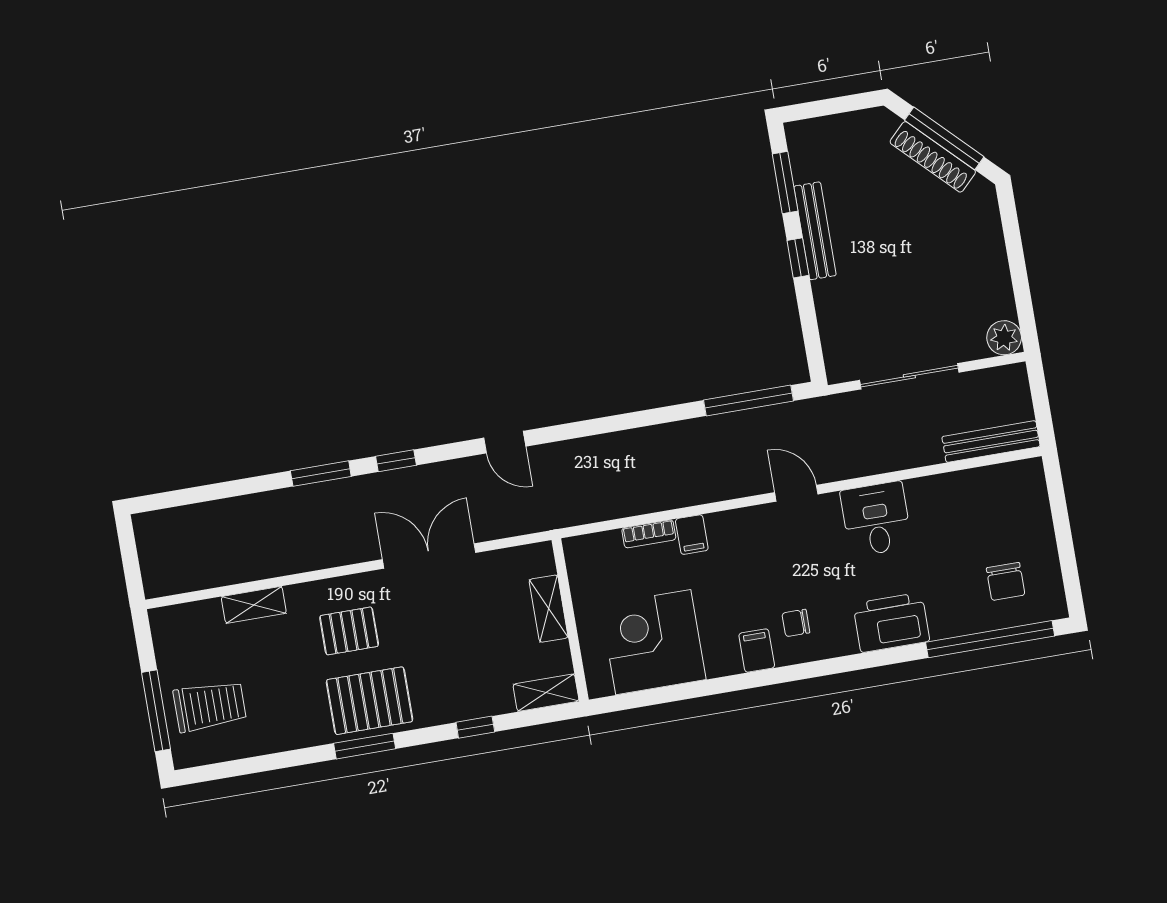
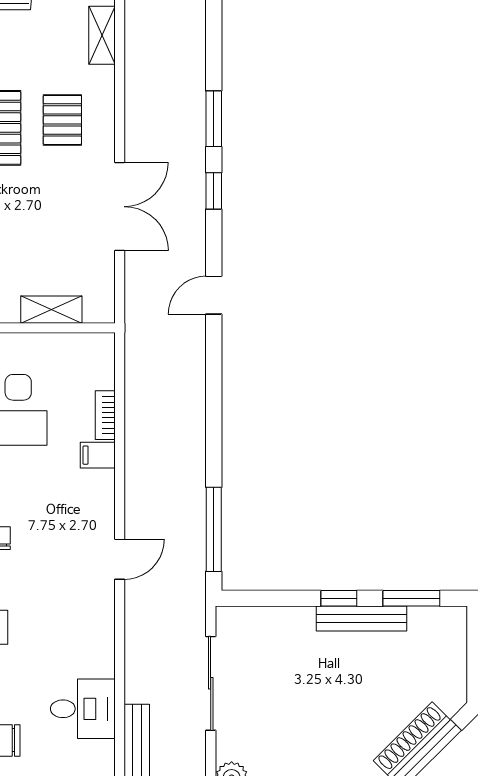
desk: (876, 519) -> (83, 709), moved

